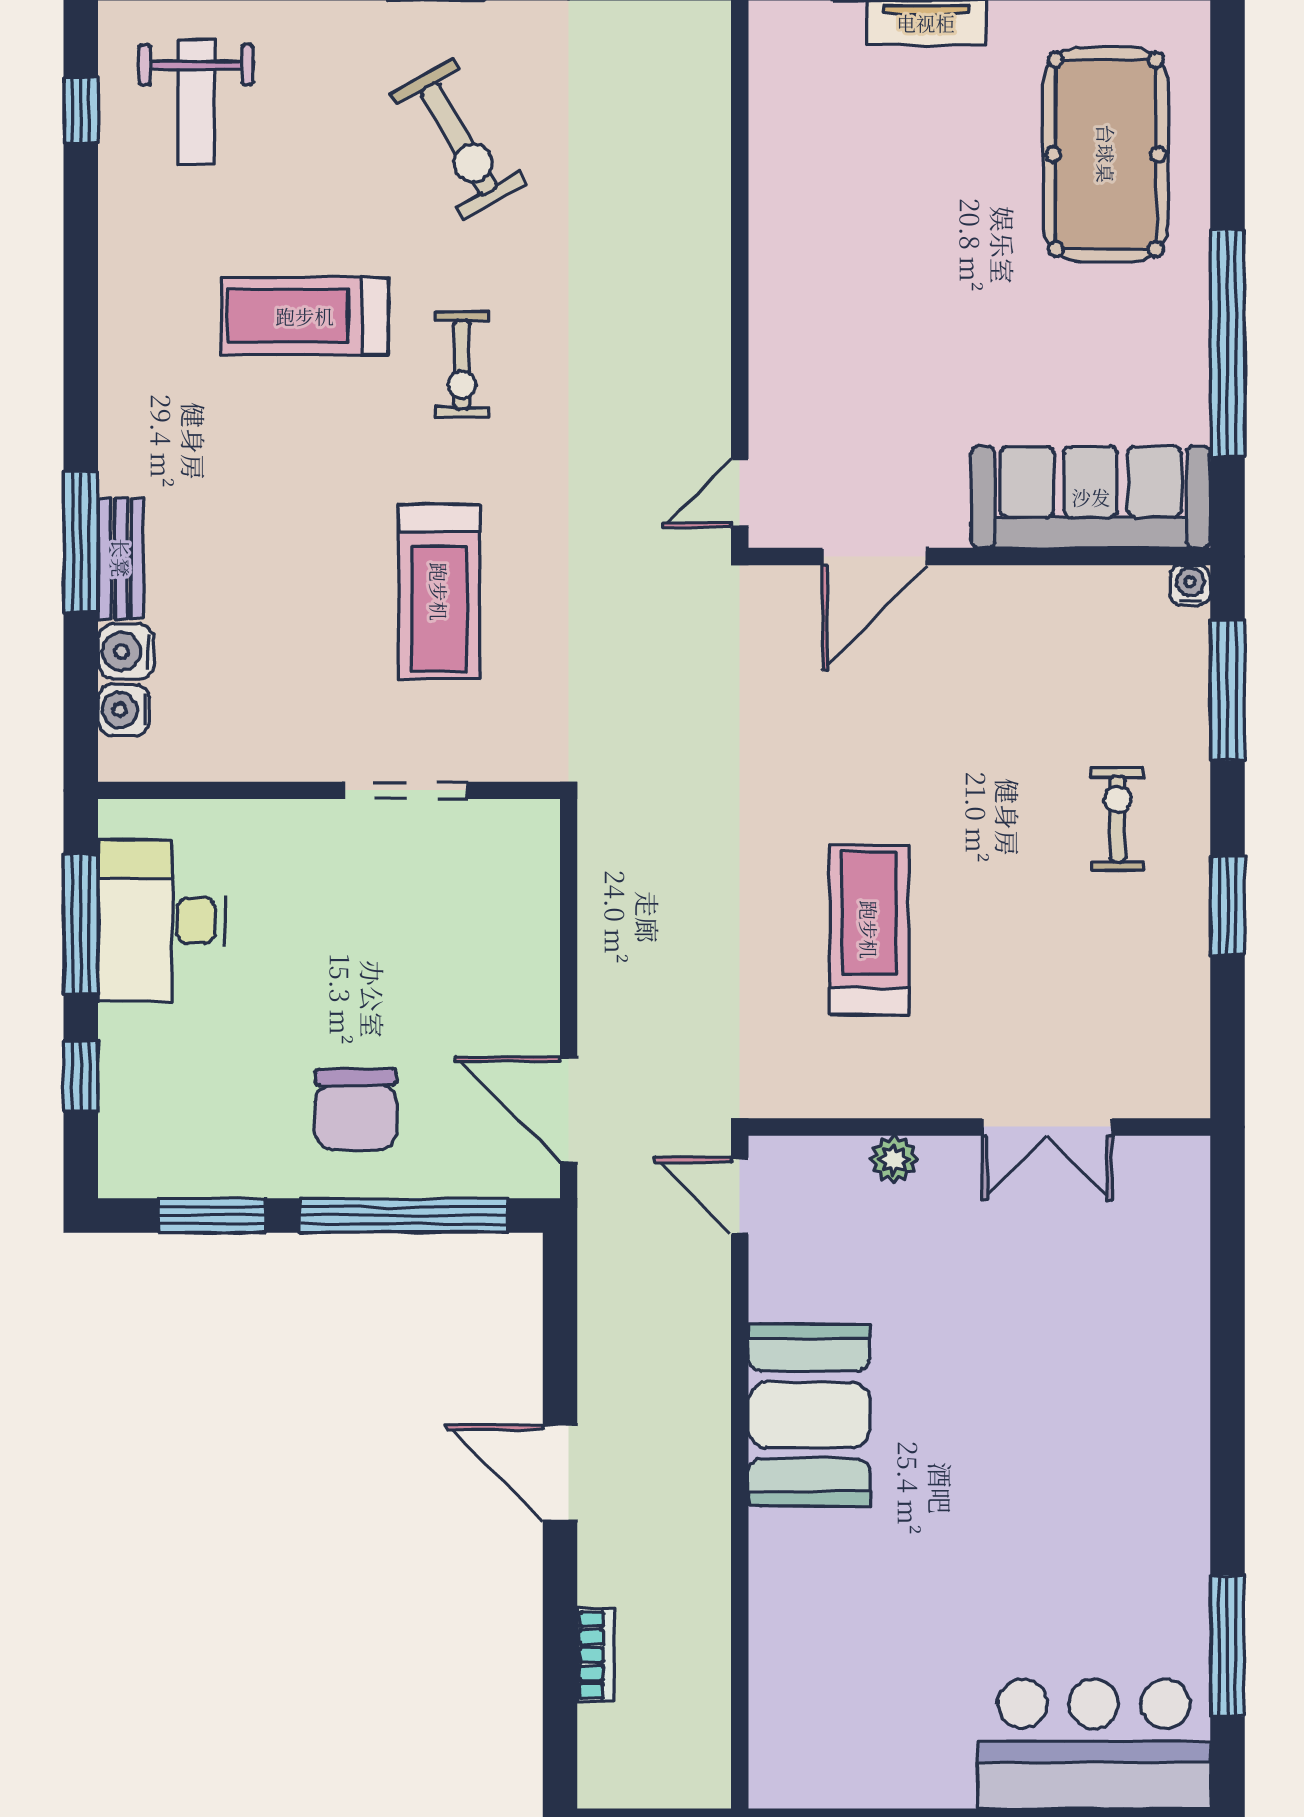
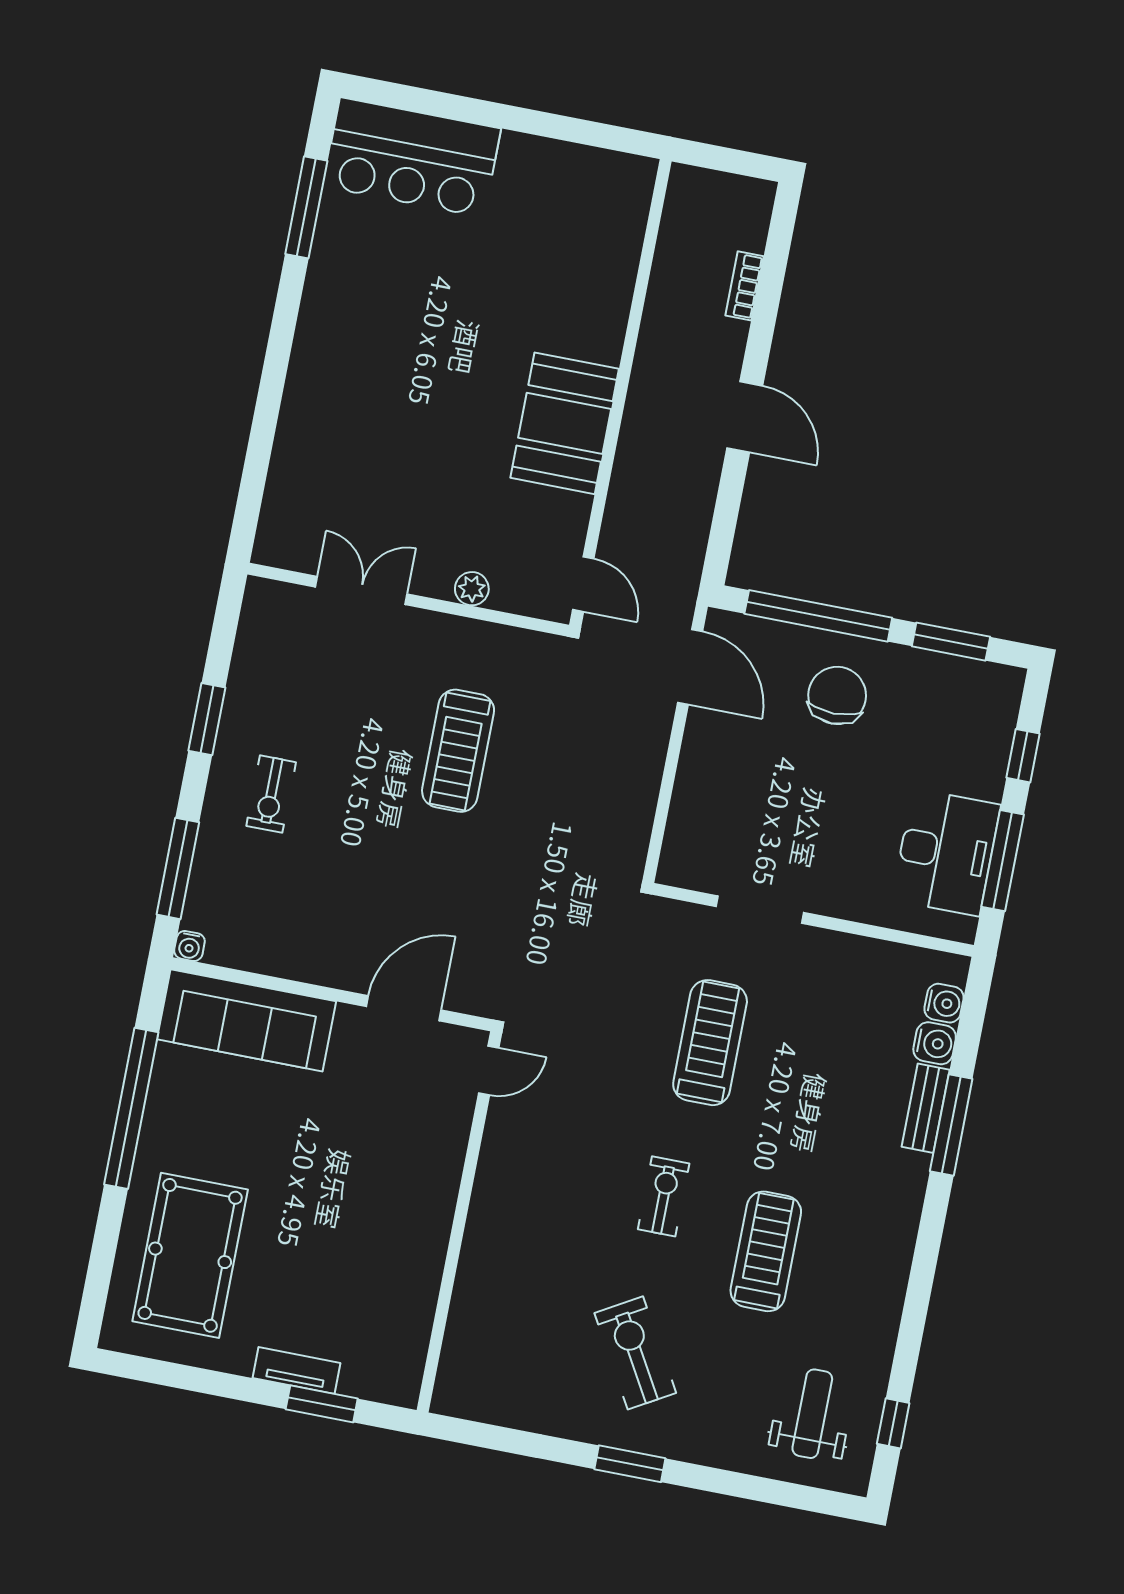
treadmill: (305, 316) -> (766, 1251), turned -90

